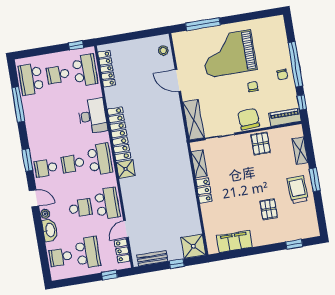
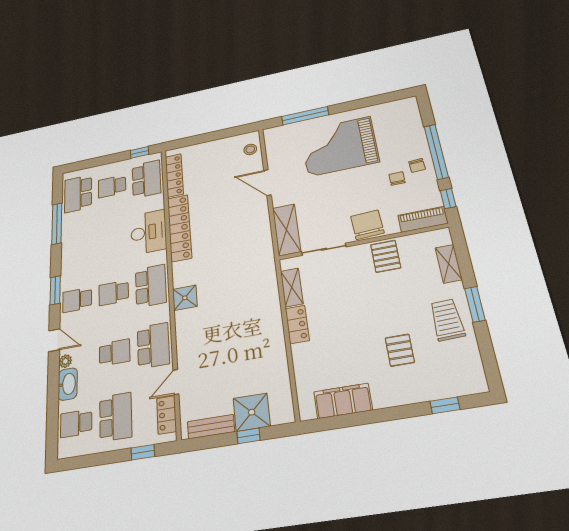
chair: (253, 87) -> (397, 179), moved
locker: (119, 134) -> (179, 228), moved
shower: (193, 246) -> (252, 412), moved

